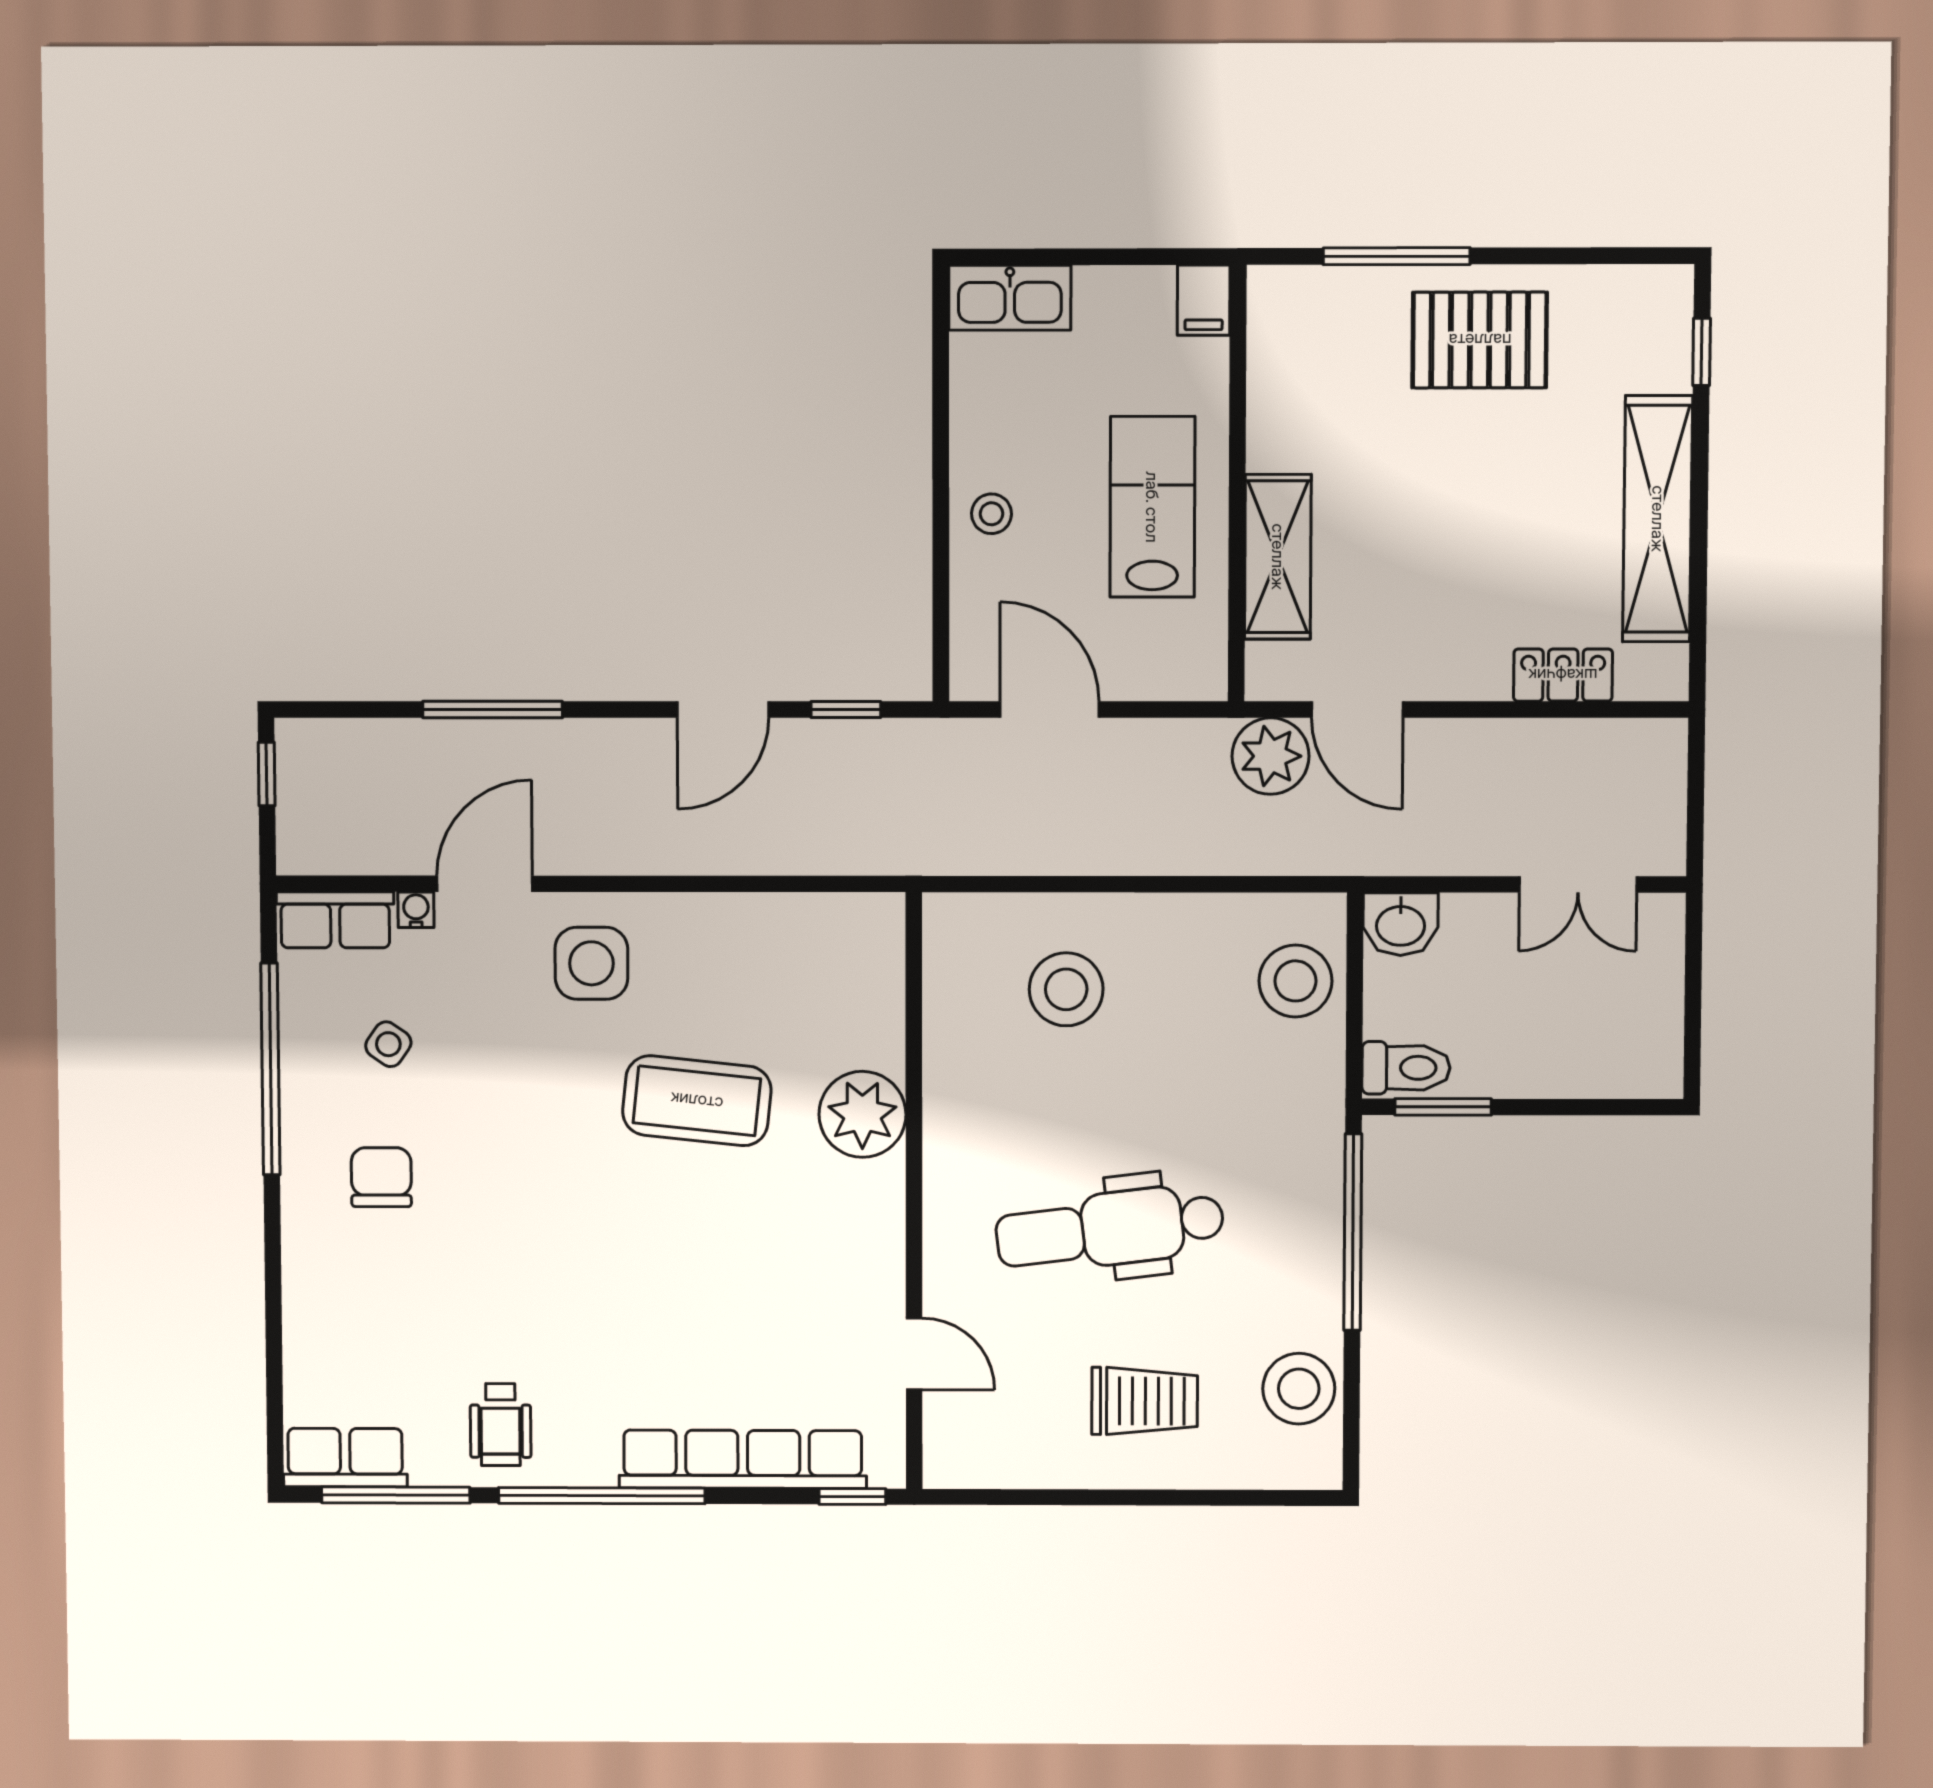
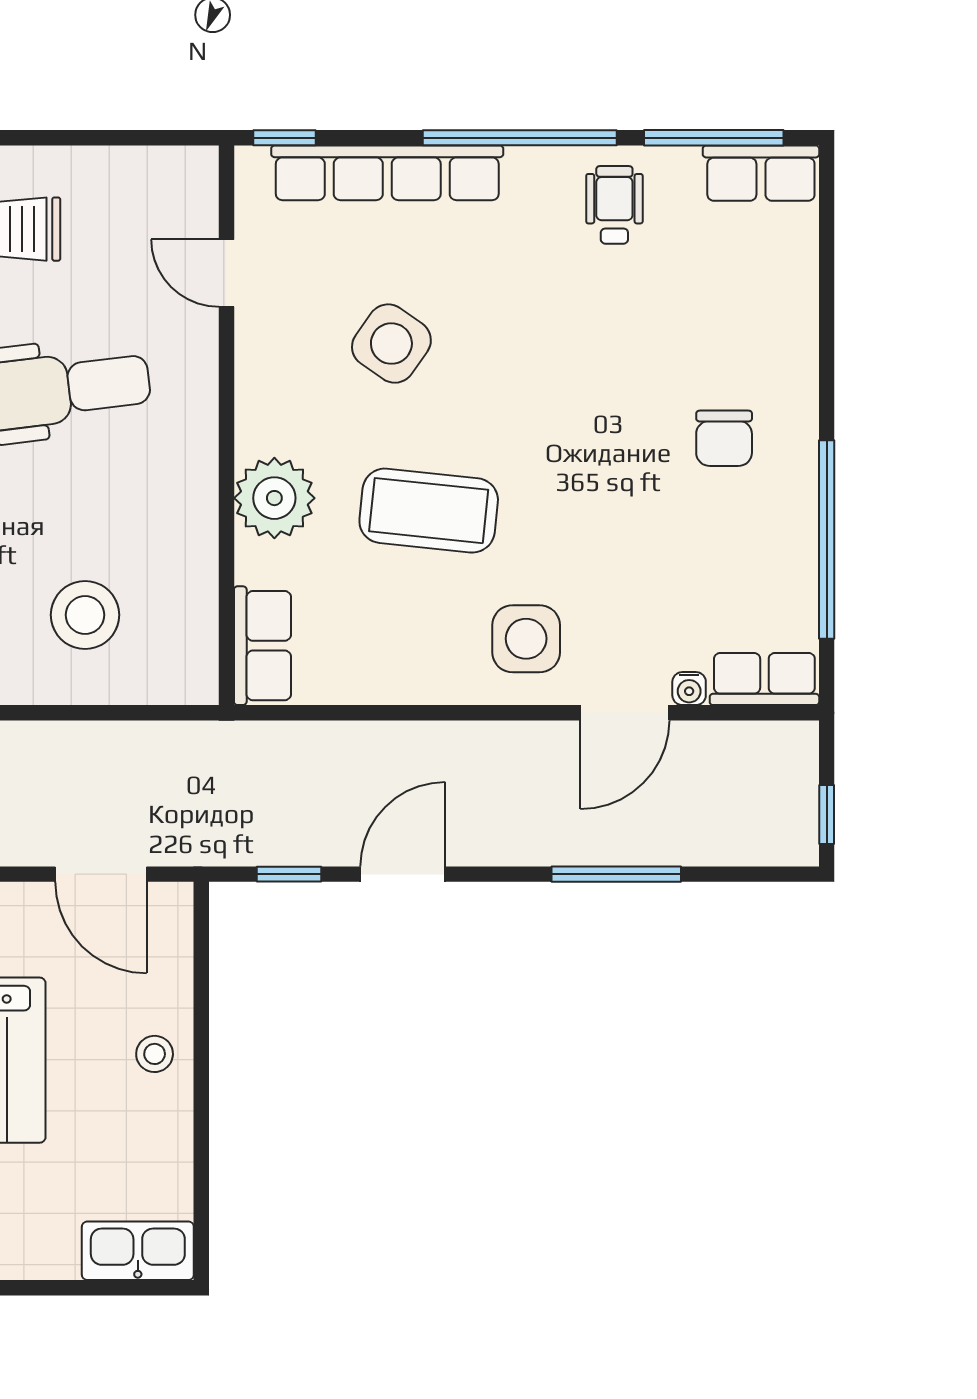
row of seats: (875, 956) -> (262, 646), added
side table: (388, 1044) -> (391, 344), moved, width x1.87, depth x1.87

